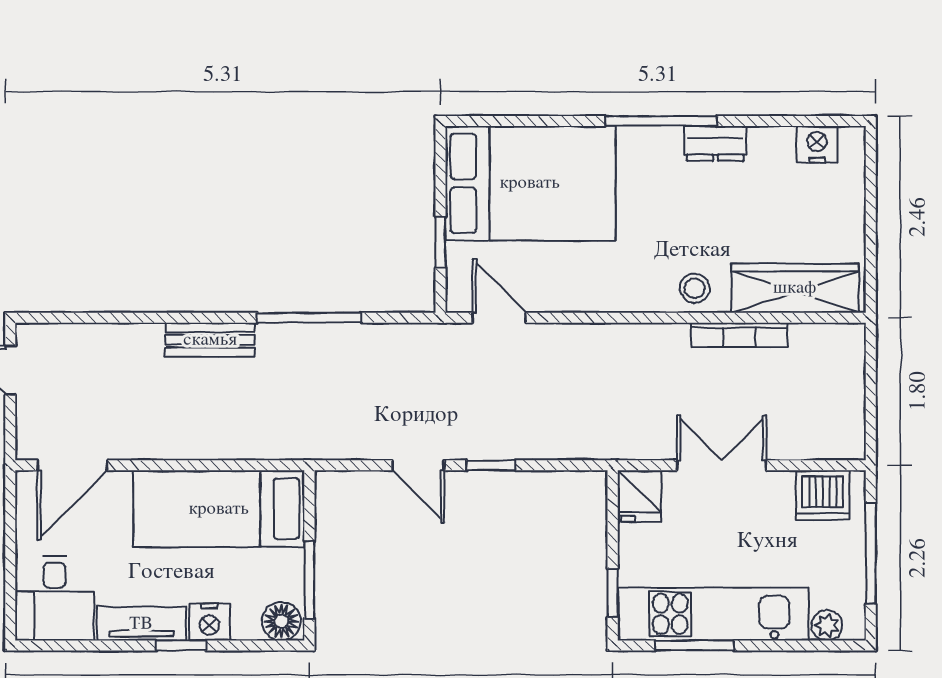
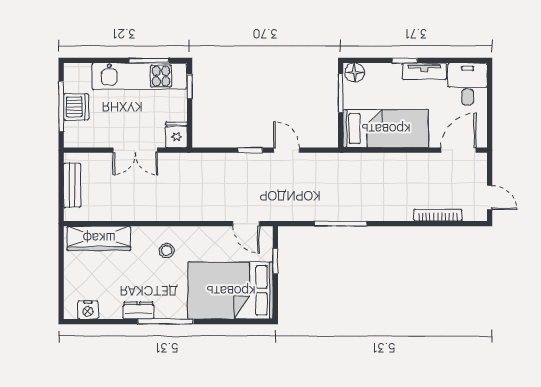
stool: (695, 288) -> (167, 251), moved
bookcase: (739, 335) -> (438, 215), moved
bench: (210, 340) -> (72, 185), moved, turned 90
dishwasher: (823, 495) -> (76, 107), moved, turned 90
nightstand: (209, 622) -> (390, 72), removed
plant: (827, 625) -> (83, 70), removed

